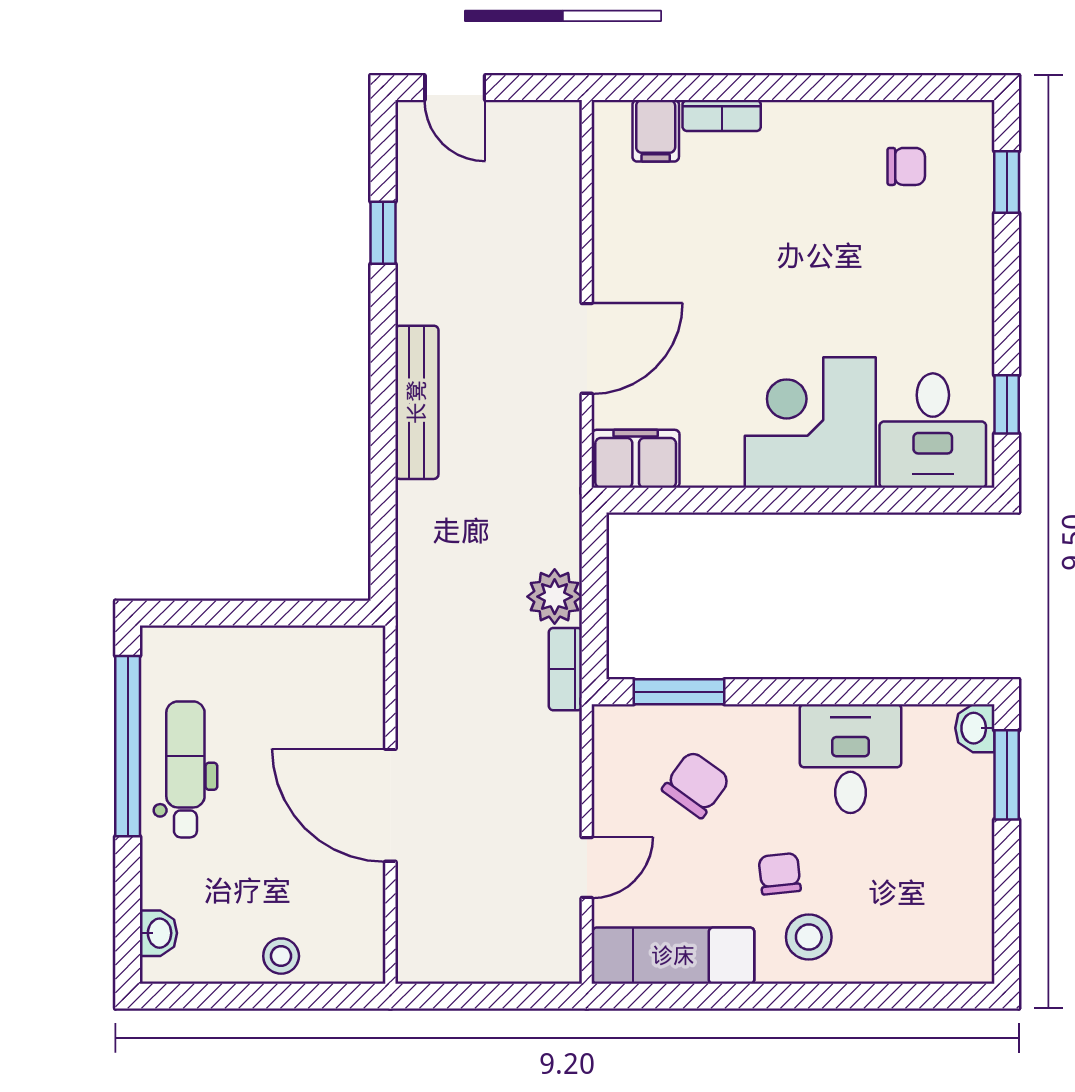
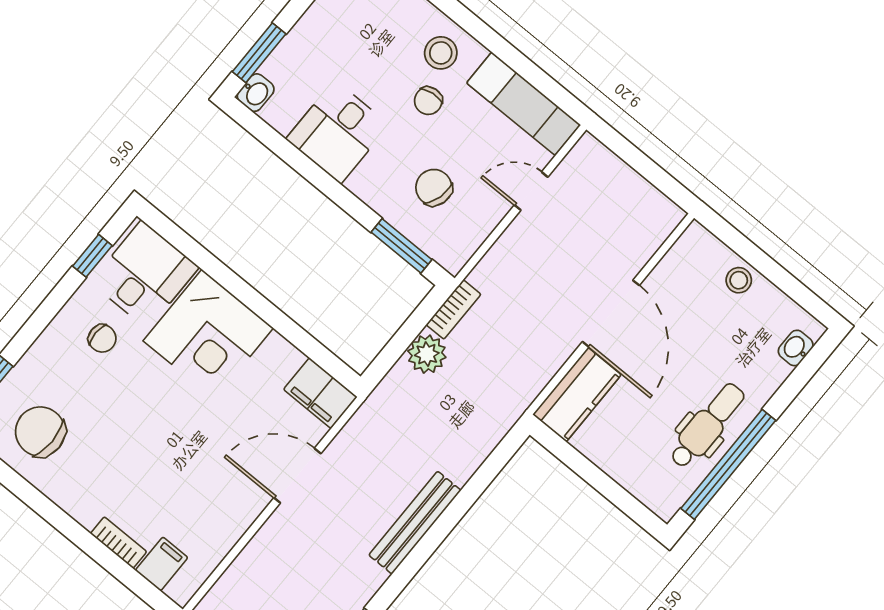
chair: (906, 166) -> (40, 432), width x1.87, depth x1.87
chair: (922, 323) -> (102, 338), added
kitchen counter: (355, 687) -> (577, 395), added
dental chair: (185, 769) -> (707, 426), turned 180
chair: (696, 784) -> (434, 187), turned 69

